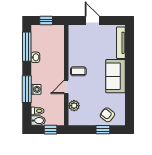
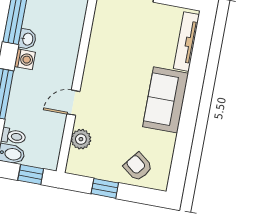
coffee table: (78, 71) -> (100, 79), removed
washing machine: (36, 89) -> (25, 59), moved
window: (103, 130) -> (105, 188), moved

